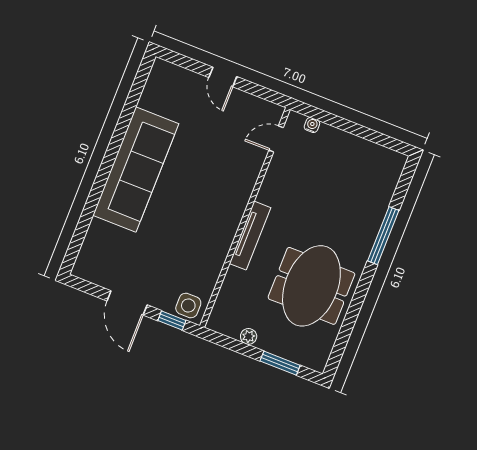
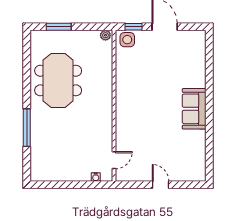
sofa: (136, 169) -> (194, 109), width x0.54, depth x0.79
tv unit: (250, 236) -> (107, 96), removed
plant: (249, 336) -> (105, 35), moved

